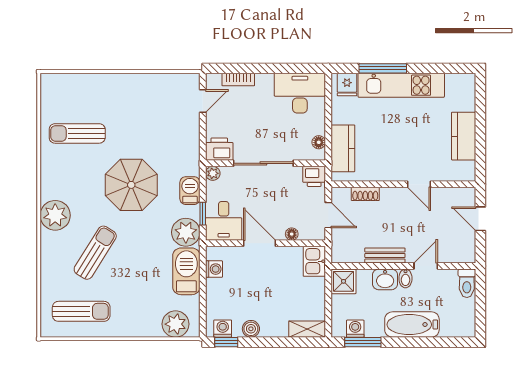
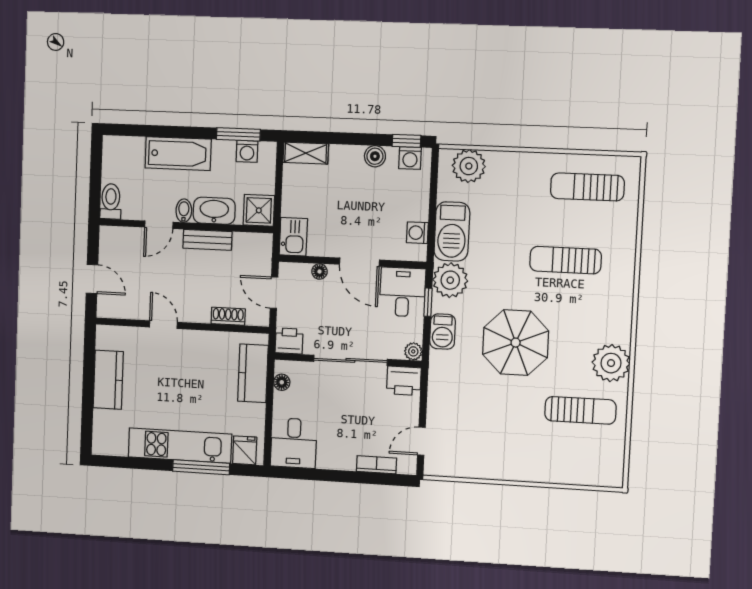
desk: (300, 93) -> (294, 443), width x0.73
plant: (55, 215) -> (611, 363), moved
sun lounger: (95, 253) -> (566, 260), turned 58
washbasin: (385, 279) -> (214, 211), width x1.38

